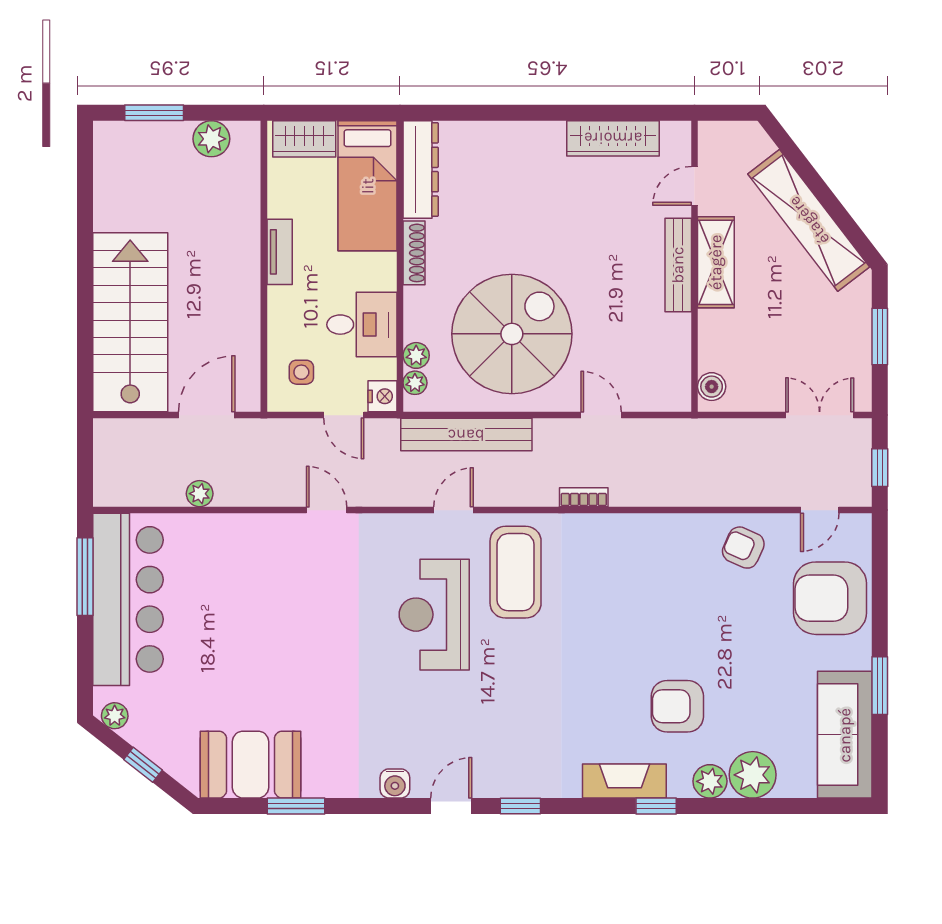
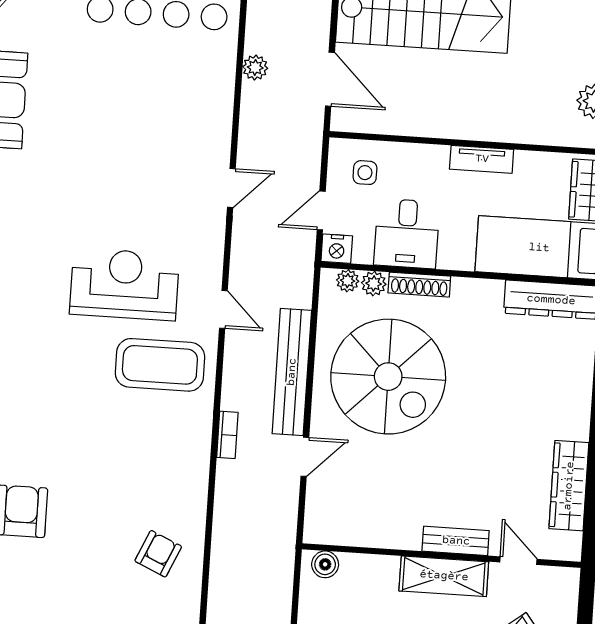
shoe rack: (414, 253) -> (419, 285), moved
bench: (678, 265) -> (456, 541), width x0.73
bench: (466, 435) -> (292, 372), moved
armchair: (743, 548) -> (158, 554), moved

